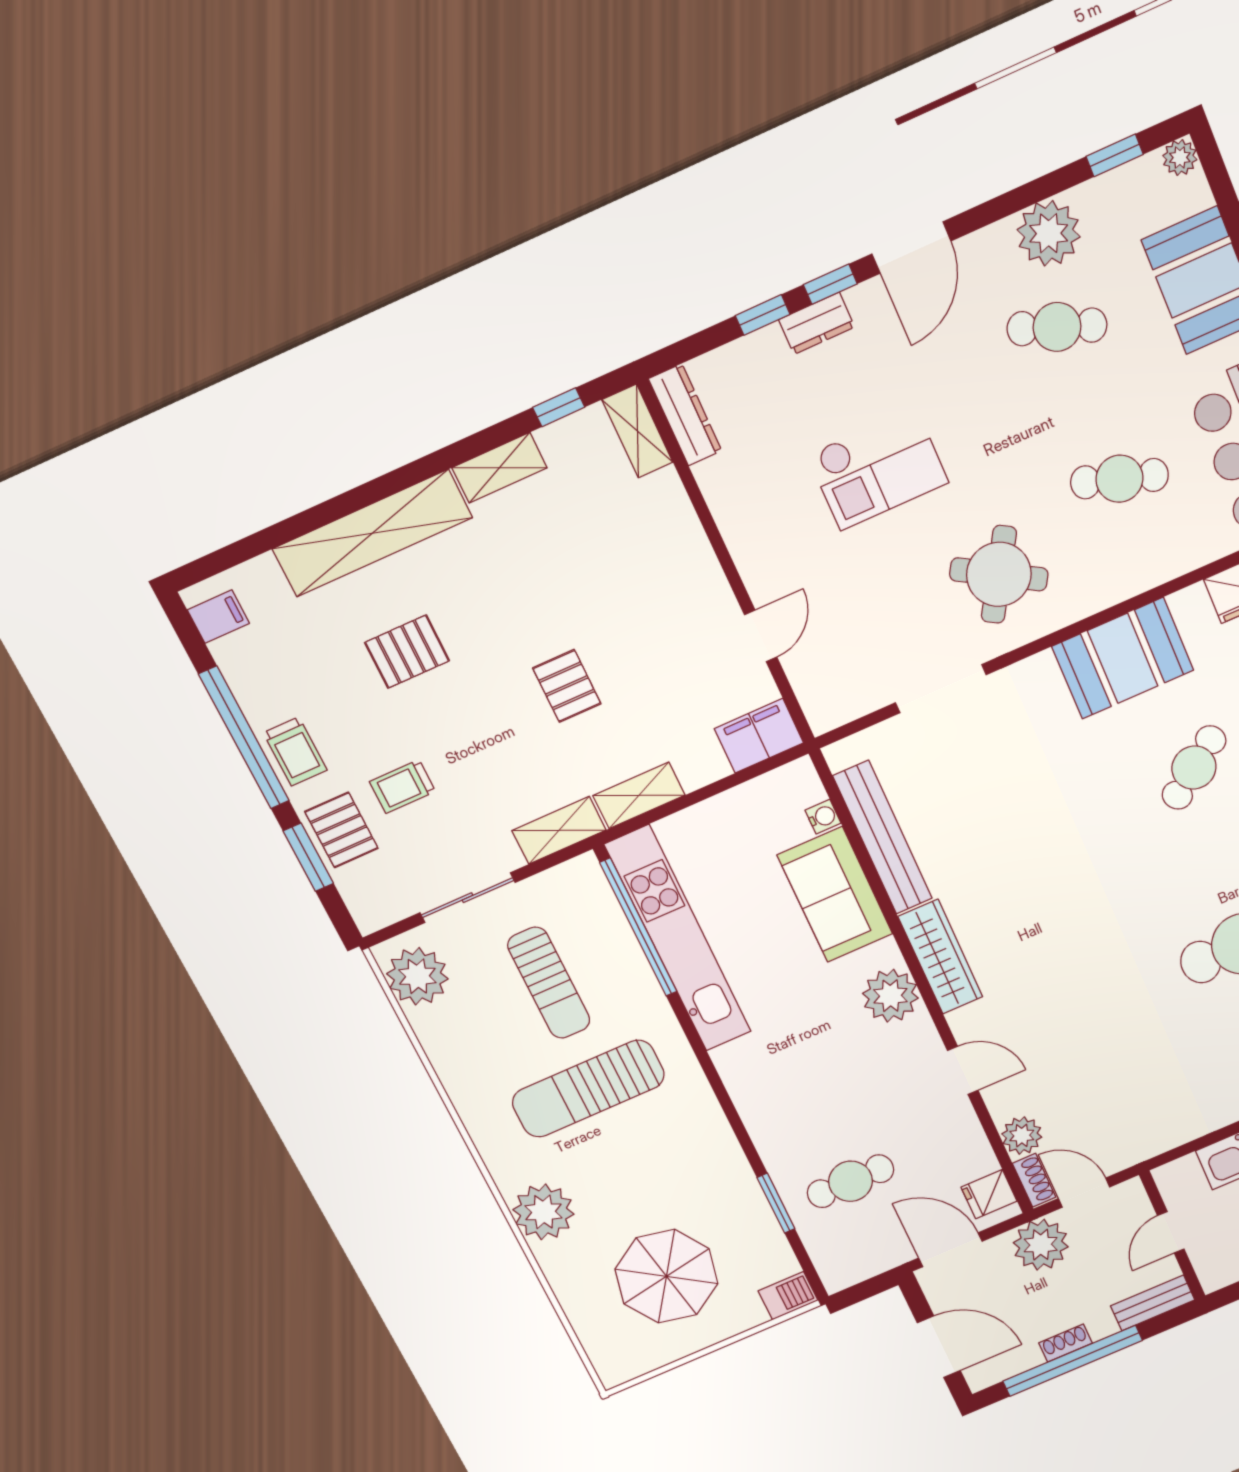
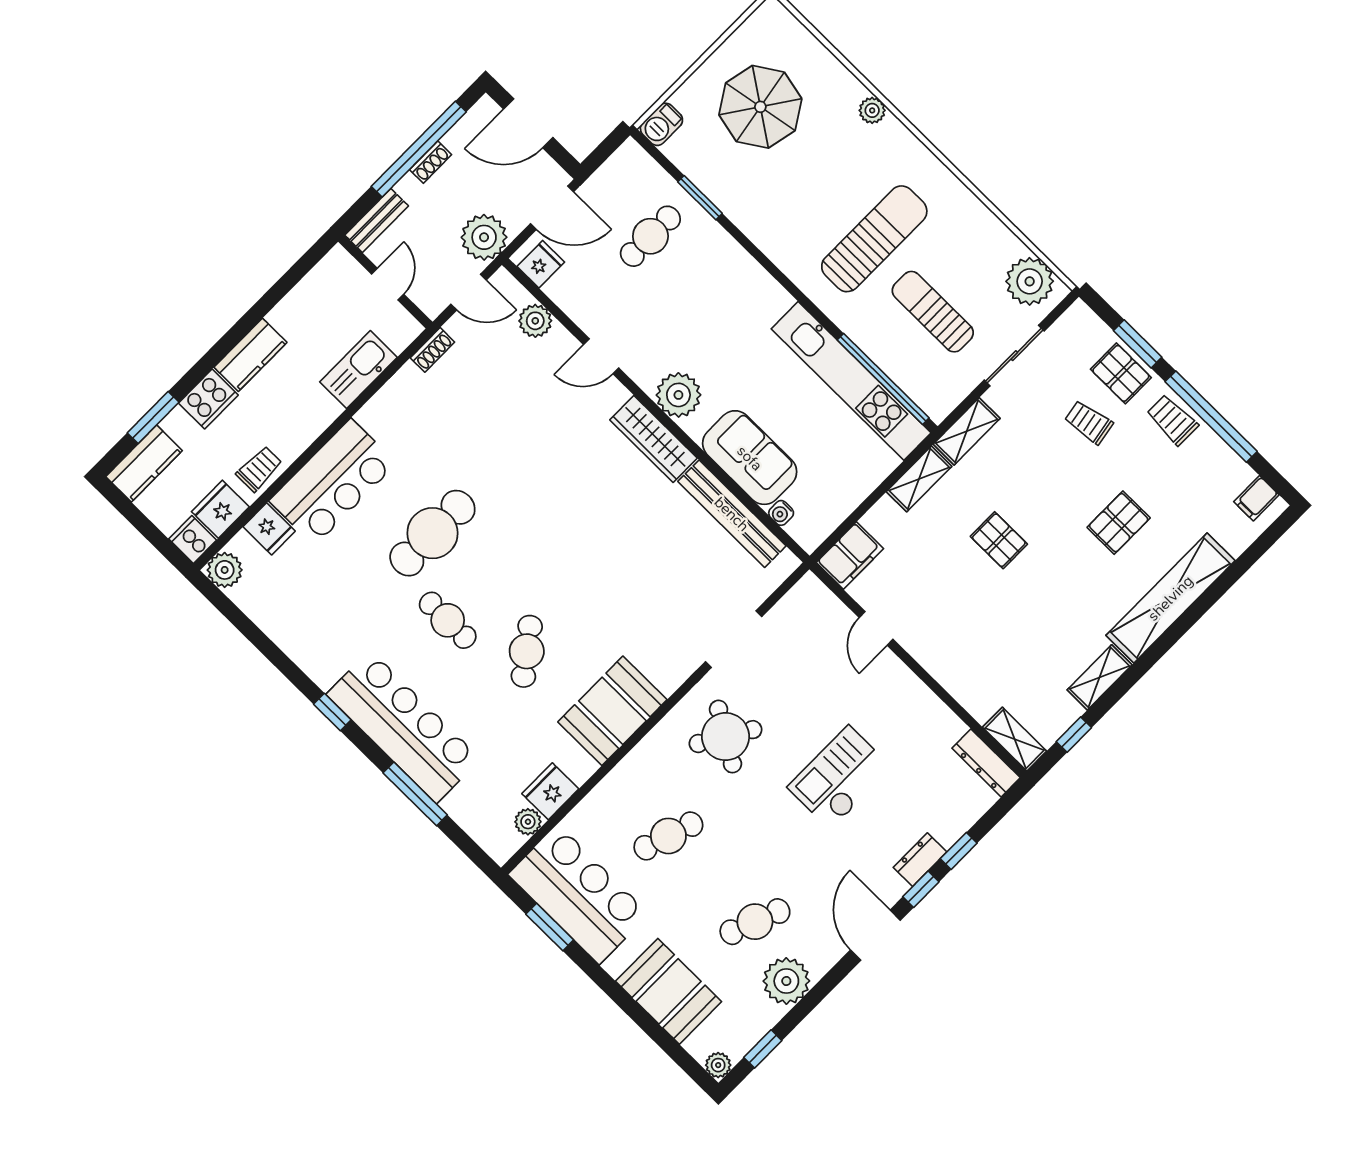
trolley: (403, 787) -> (1089, 422), turned -100
shoe rack: (1034, 1180) -> (432, 350), moved, turned -90
plant: (543, 1212) -> (872, 110), width x0.53, depth x0.53

